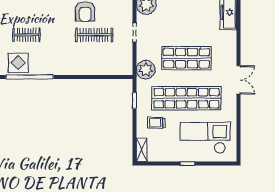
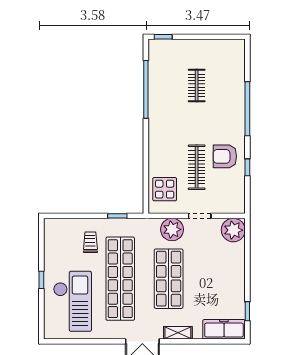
display table: (18, 63) -> (165, 189), moved
plant: (146, 70) -> (172, 229), moved
shelving: (142, 150) -> (178, 333), moved

